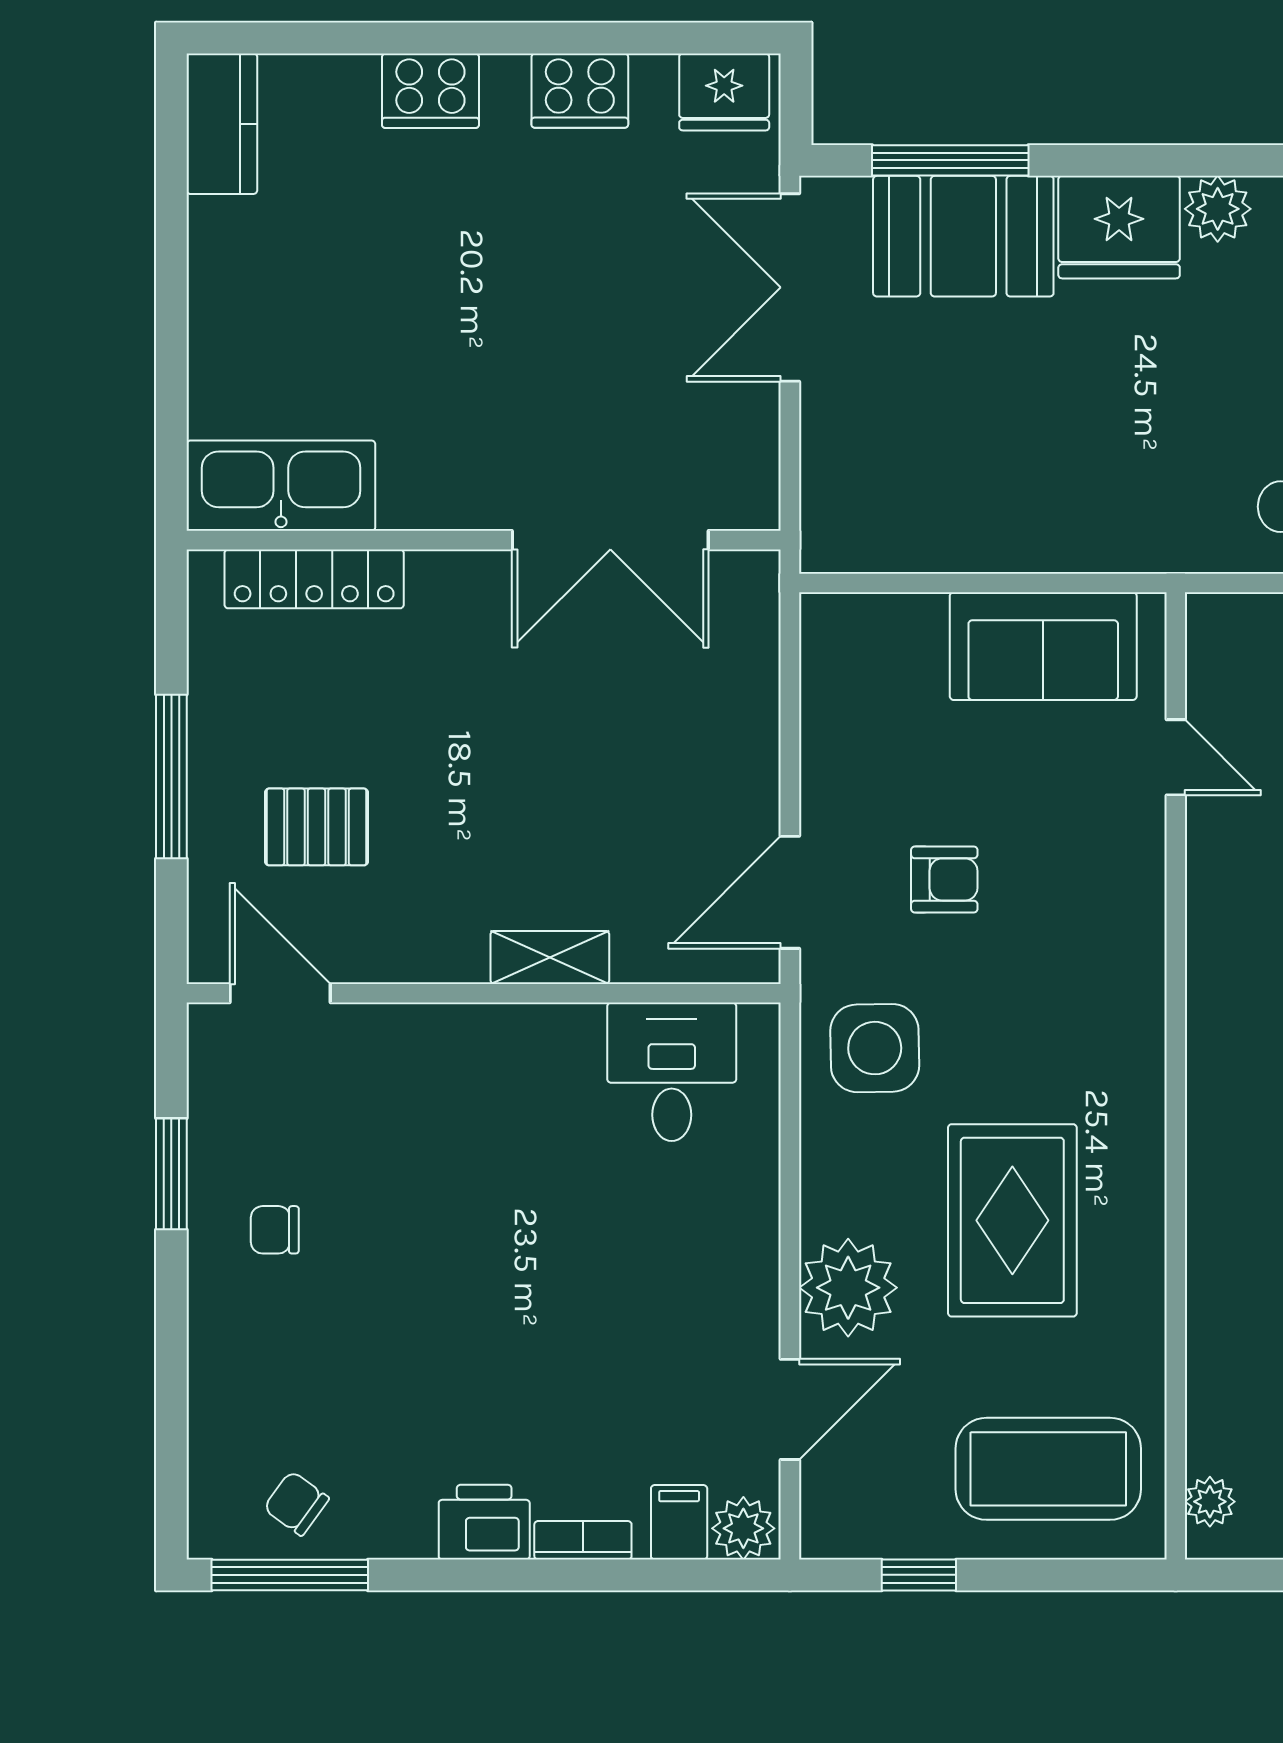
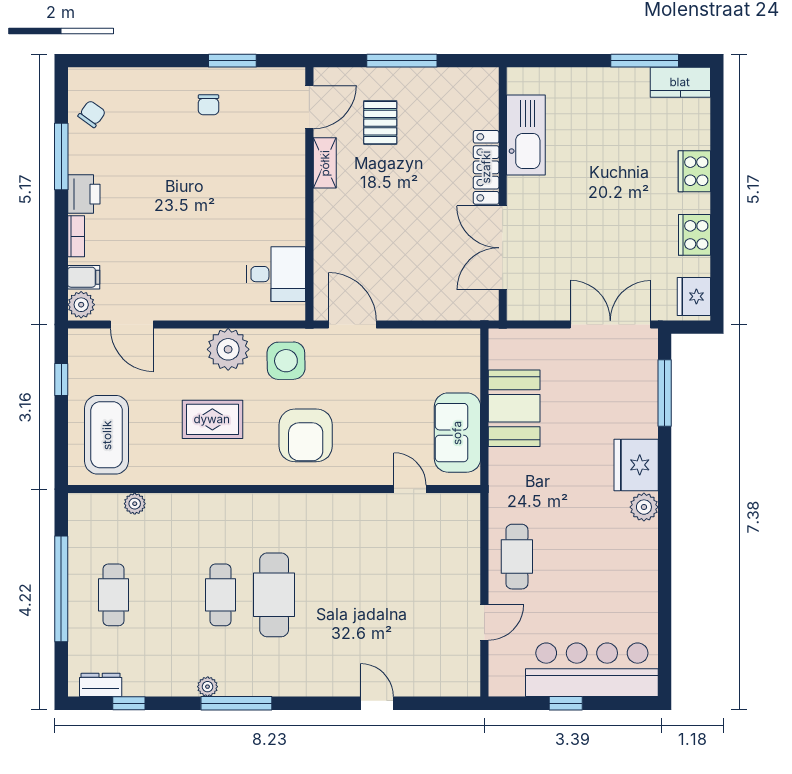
window: (171, 207) -> (645, 61), added
booth: (963, 236) -> (514, 408), moved
kitchen sink: (281, 486) -> (526, 135), moved
locker: (314, 579) -> (486, 167), moved
door: (1176, 757) -> (410, 489), swing flipped
armchair: (944, 879) -> (306, 435), moved, width x1.88, depth x1.88
shelving: (550, 957) -> (325, 163), moved
rug: (1012, 1220) -> (212, 419), width x0.73, depth x0.70
chair: (275, 1230) -> (208, 105), turned 180
plant: (848, 1288) -> (228, 349), moved
plant: (1210, 1502) -> (135, 504), moved
window: (290, 1575) -> (61, 157), moved

